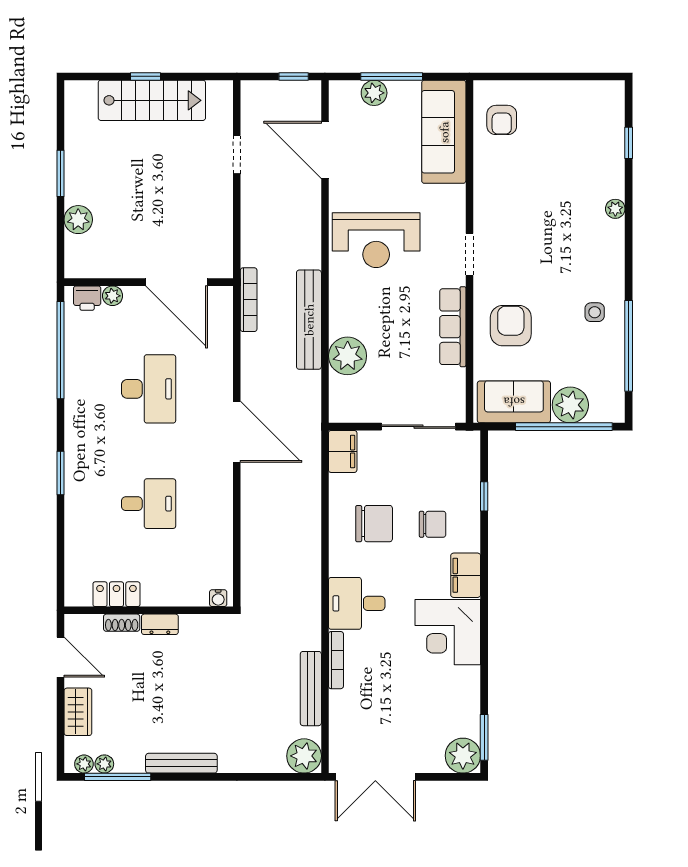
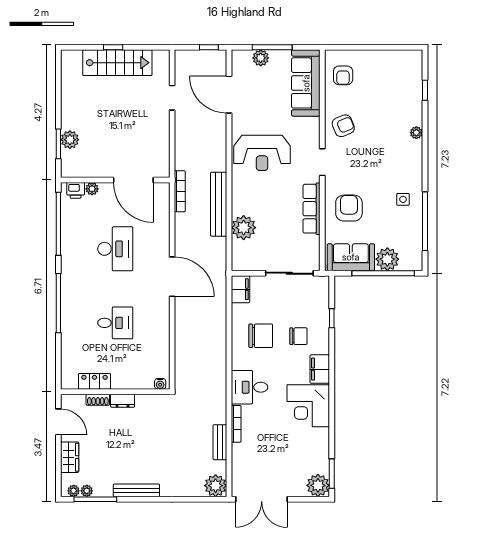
window: (60, 173) -> (58, 144), moved
armchair: (502, 198) -> (343, 126), added
window: (60, 473) -> (58, 303), width x2.11
bench: (311, 689) -> (220, 442), width x0.73

